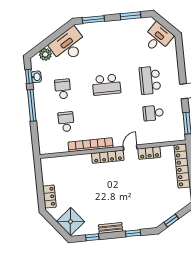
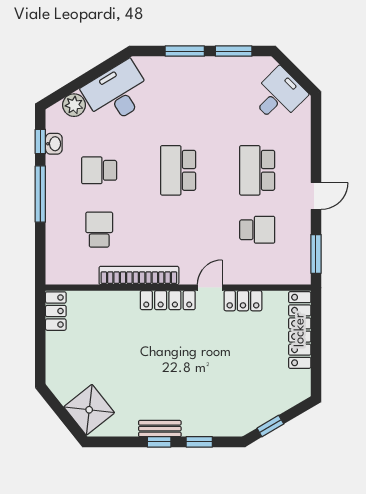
window: (93, 19) -> (185, 51), moved
school desk: (106, 85) -> (178, 170), turned 90
school desk: (63, 89) -> (99, 170), turned -90
school desk: (153, 113) -> (257, 230), turned 180
locker: (49, 197) -> (56, 311), moved
window: (92, 237) -> (159, 442), moved

